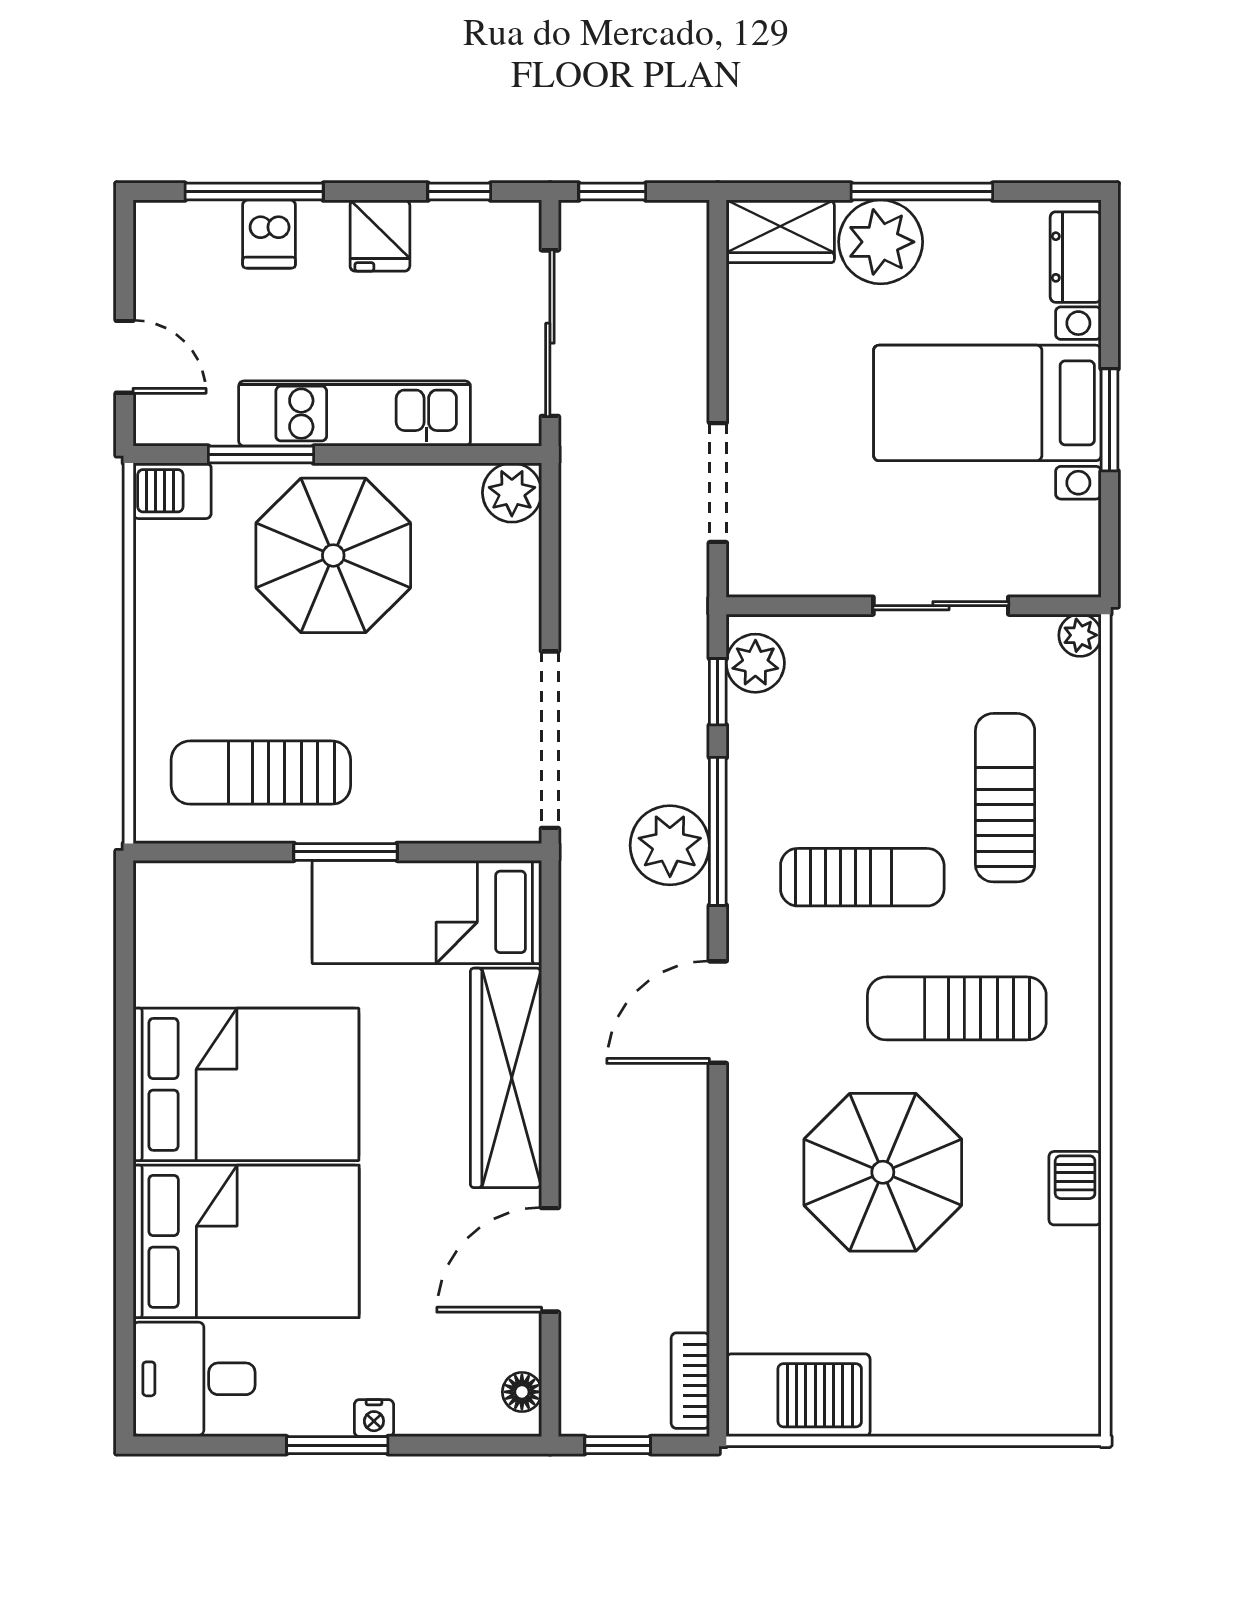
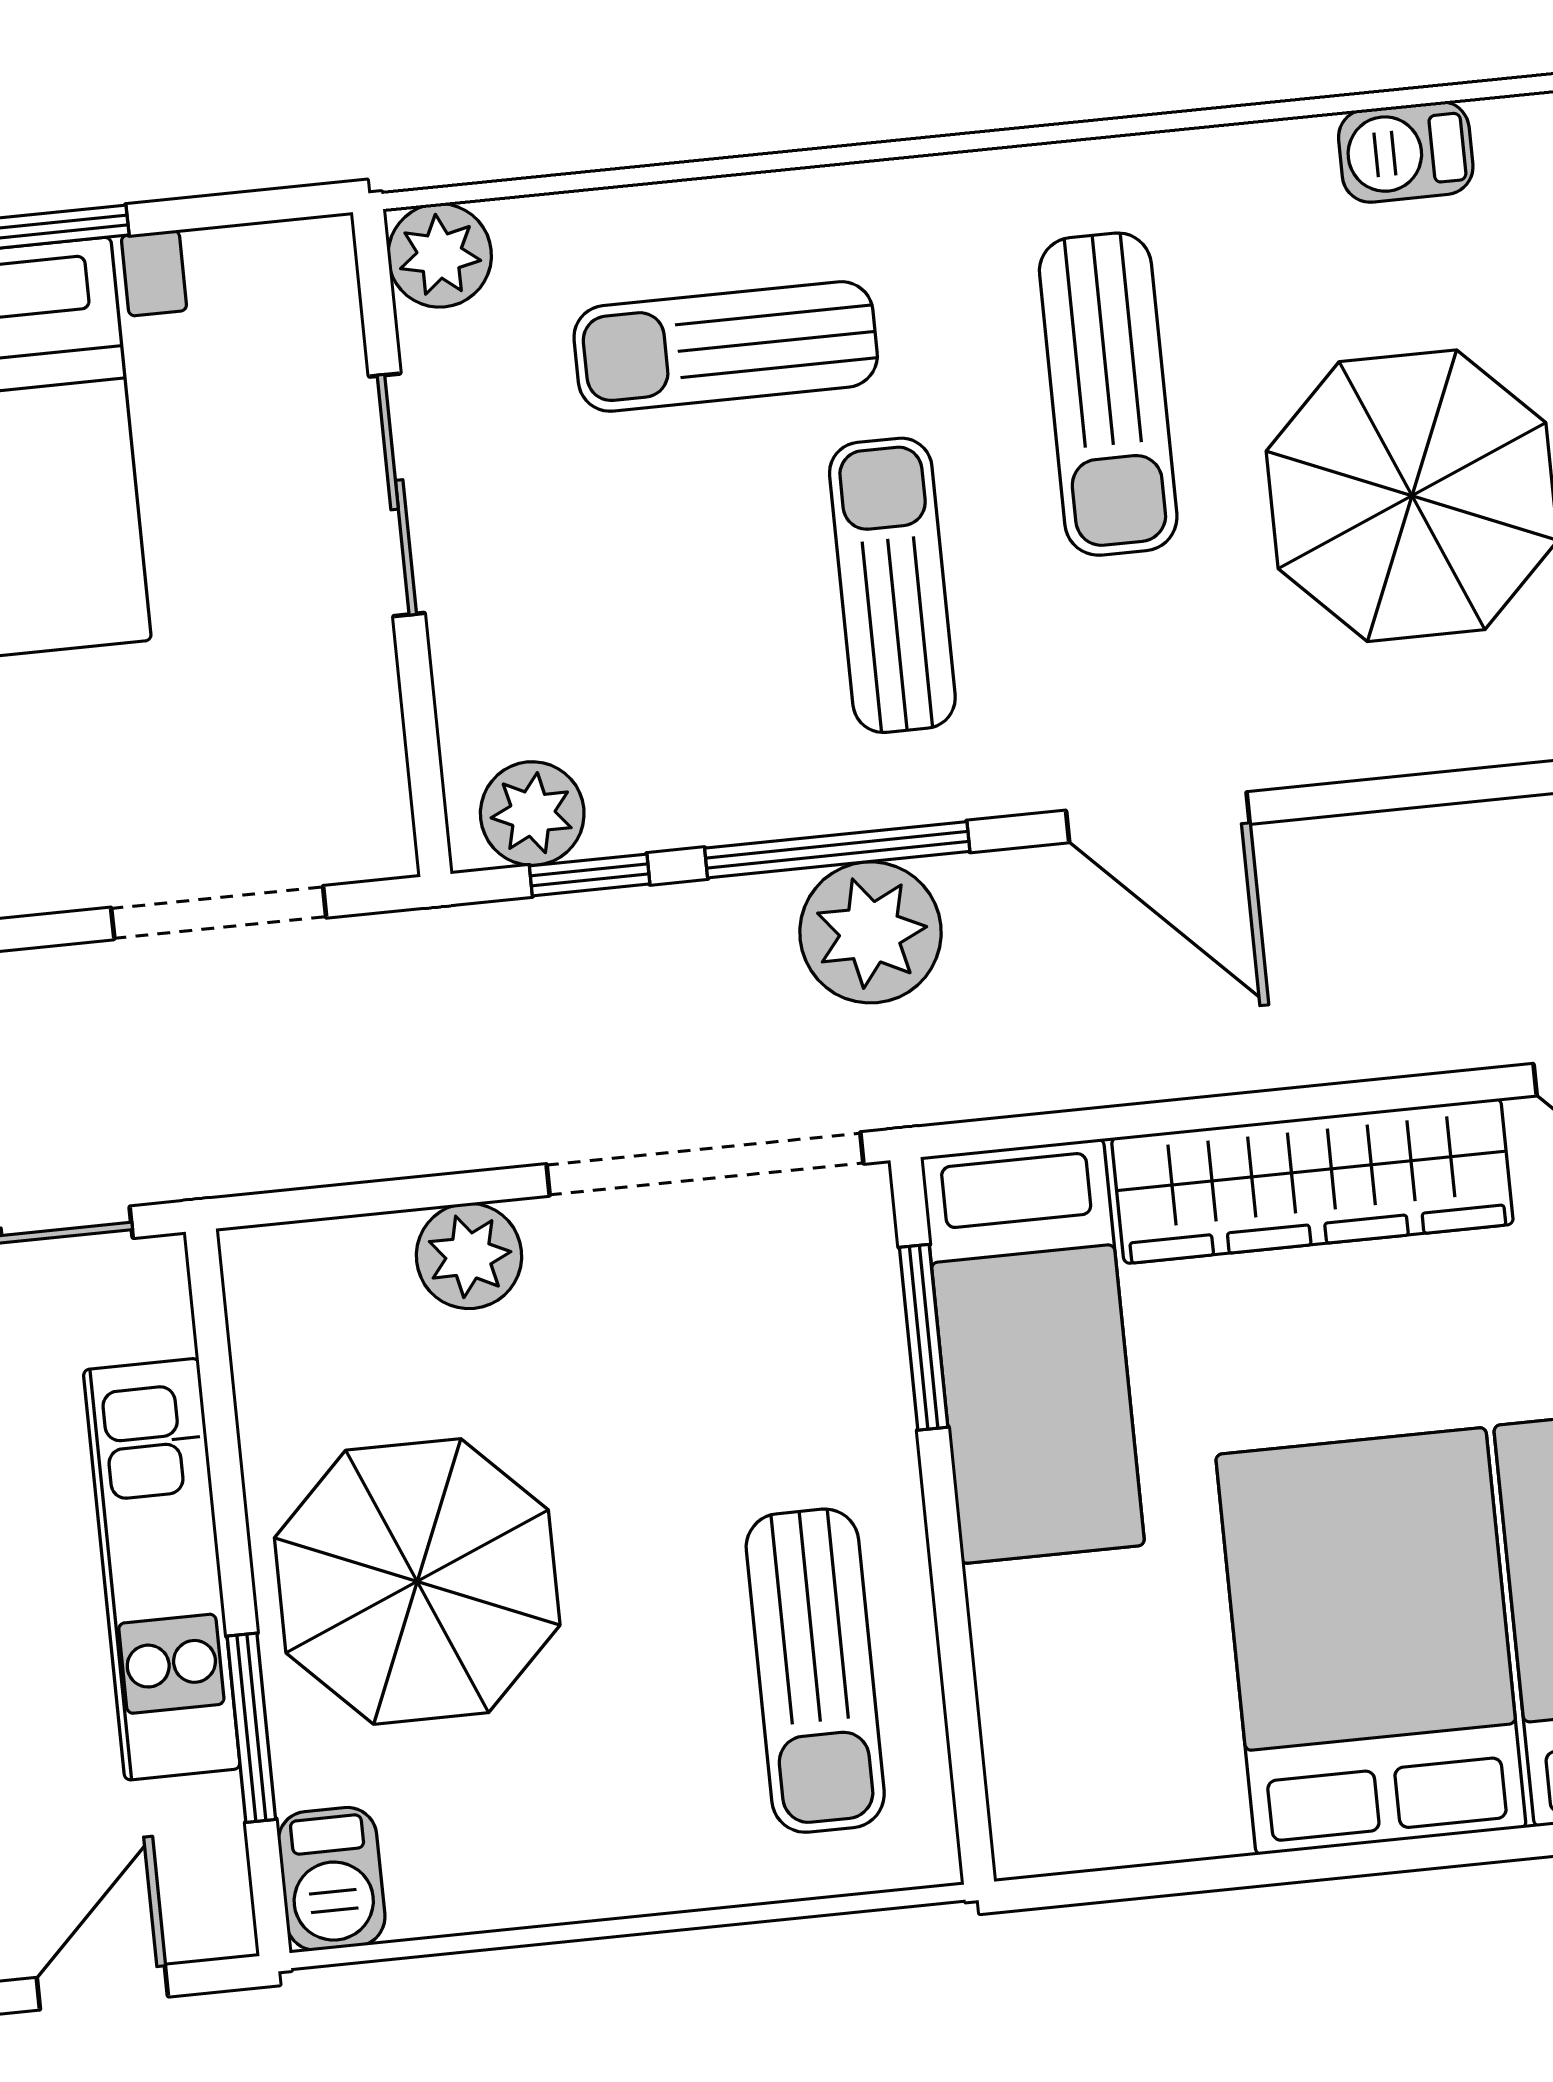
plant: (512, 493) -> (469, 1256), moved
plant: (1080, 635) -> (440, 255), width x1.38, depth x1.38
window: (346, 852) -> (924, 1337), moved

